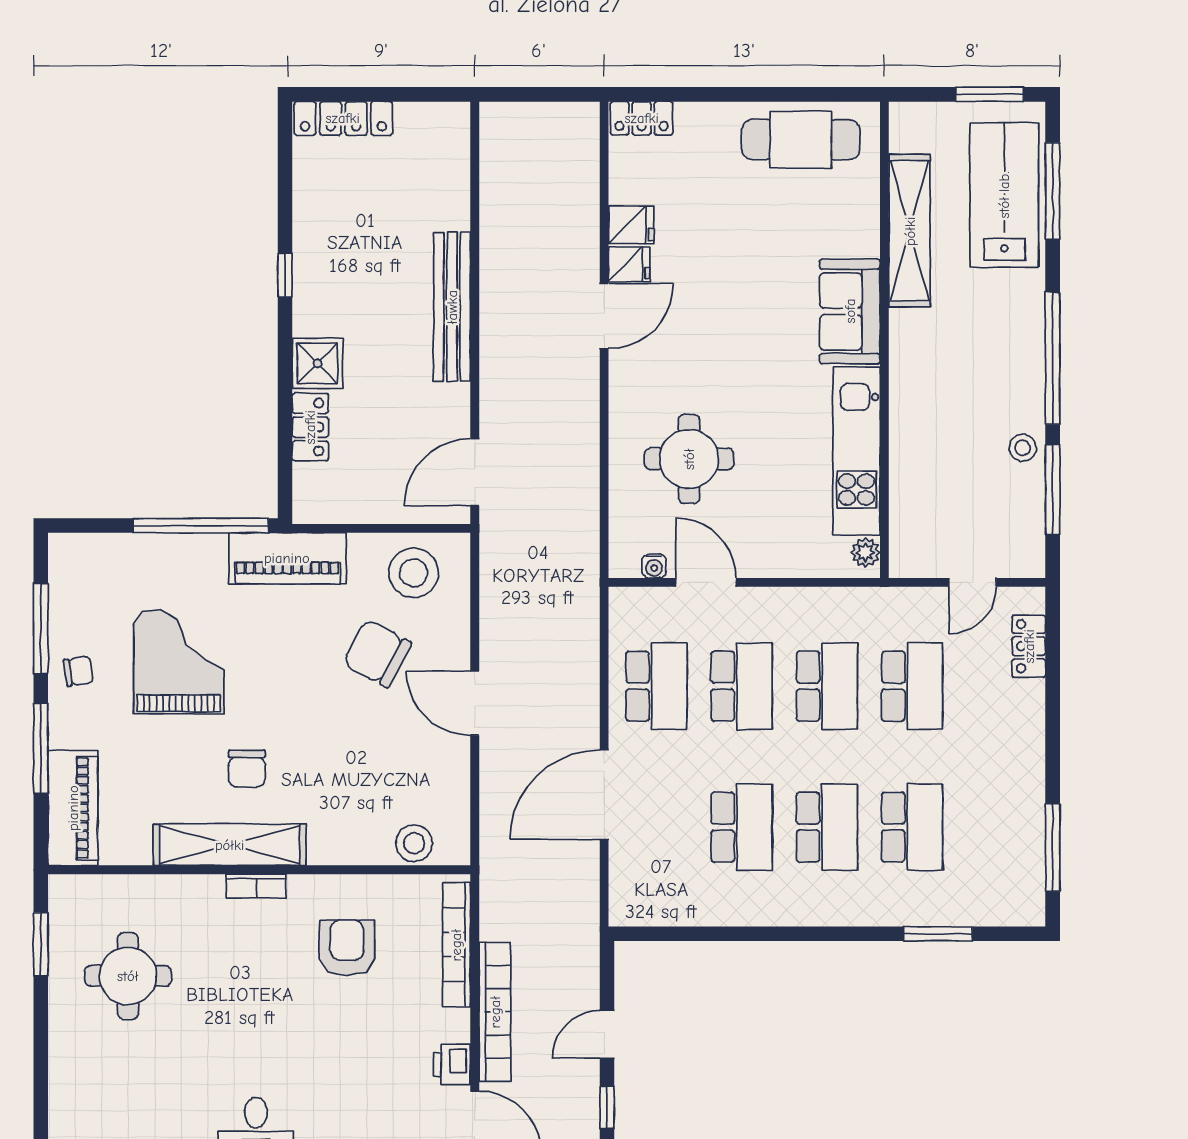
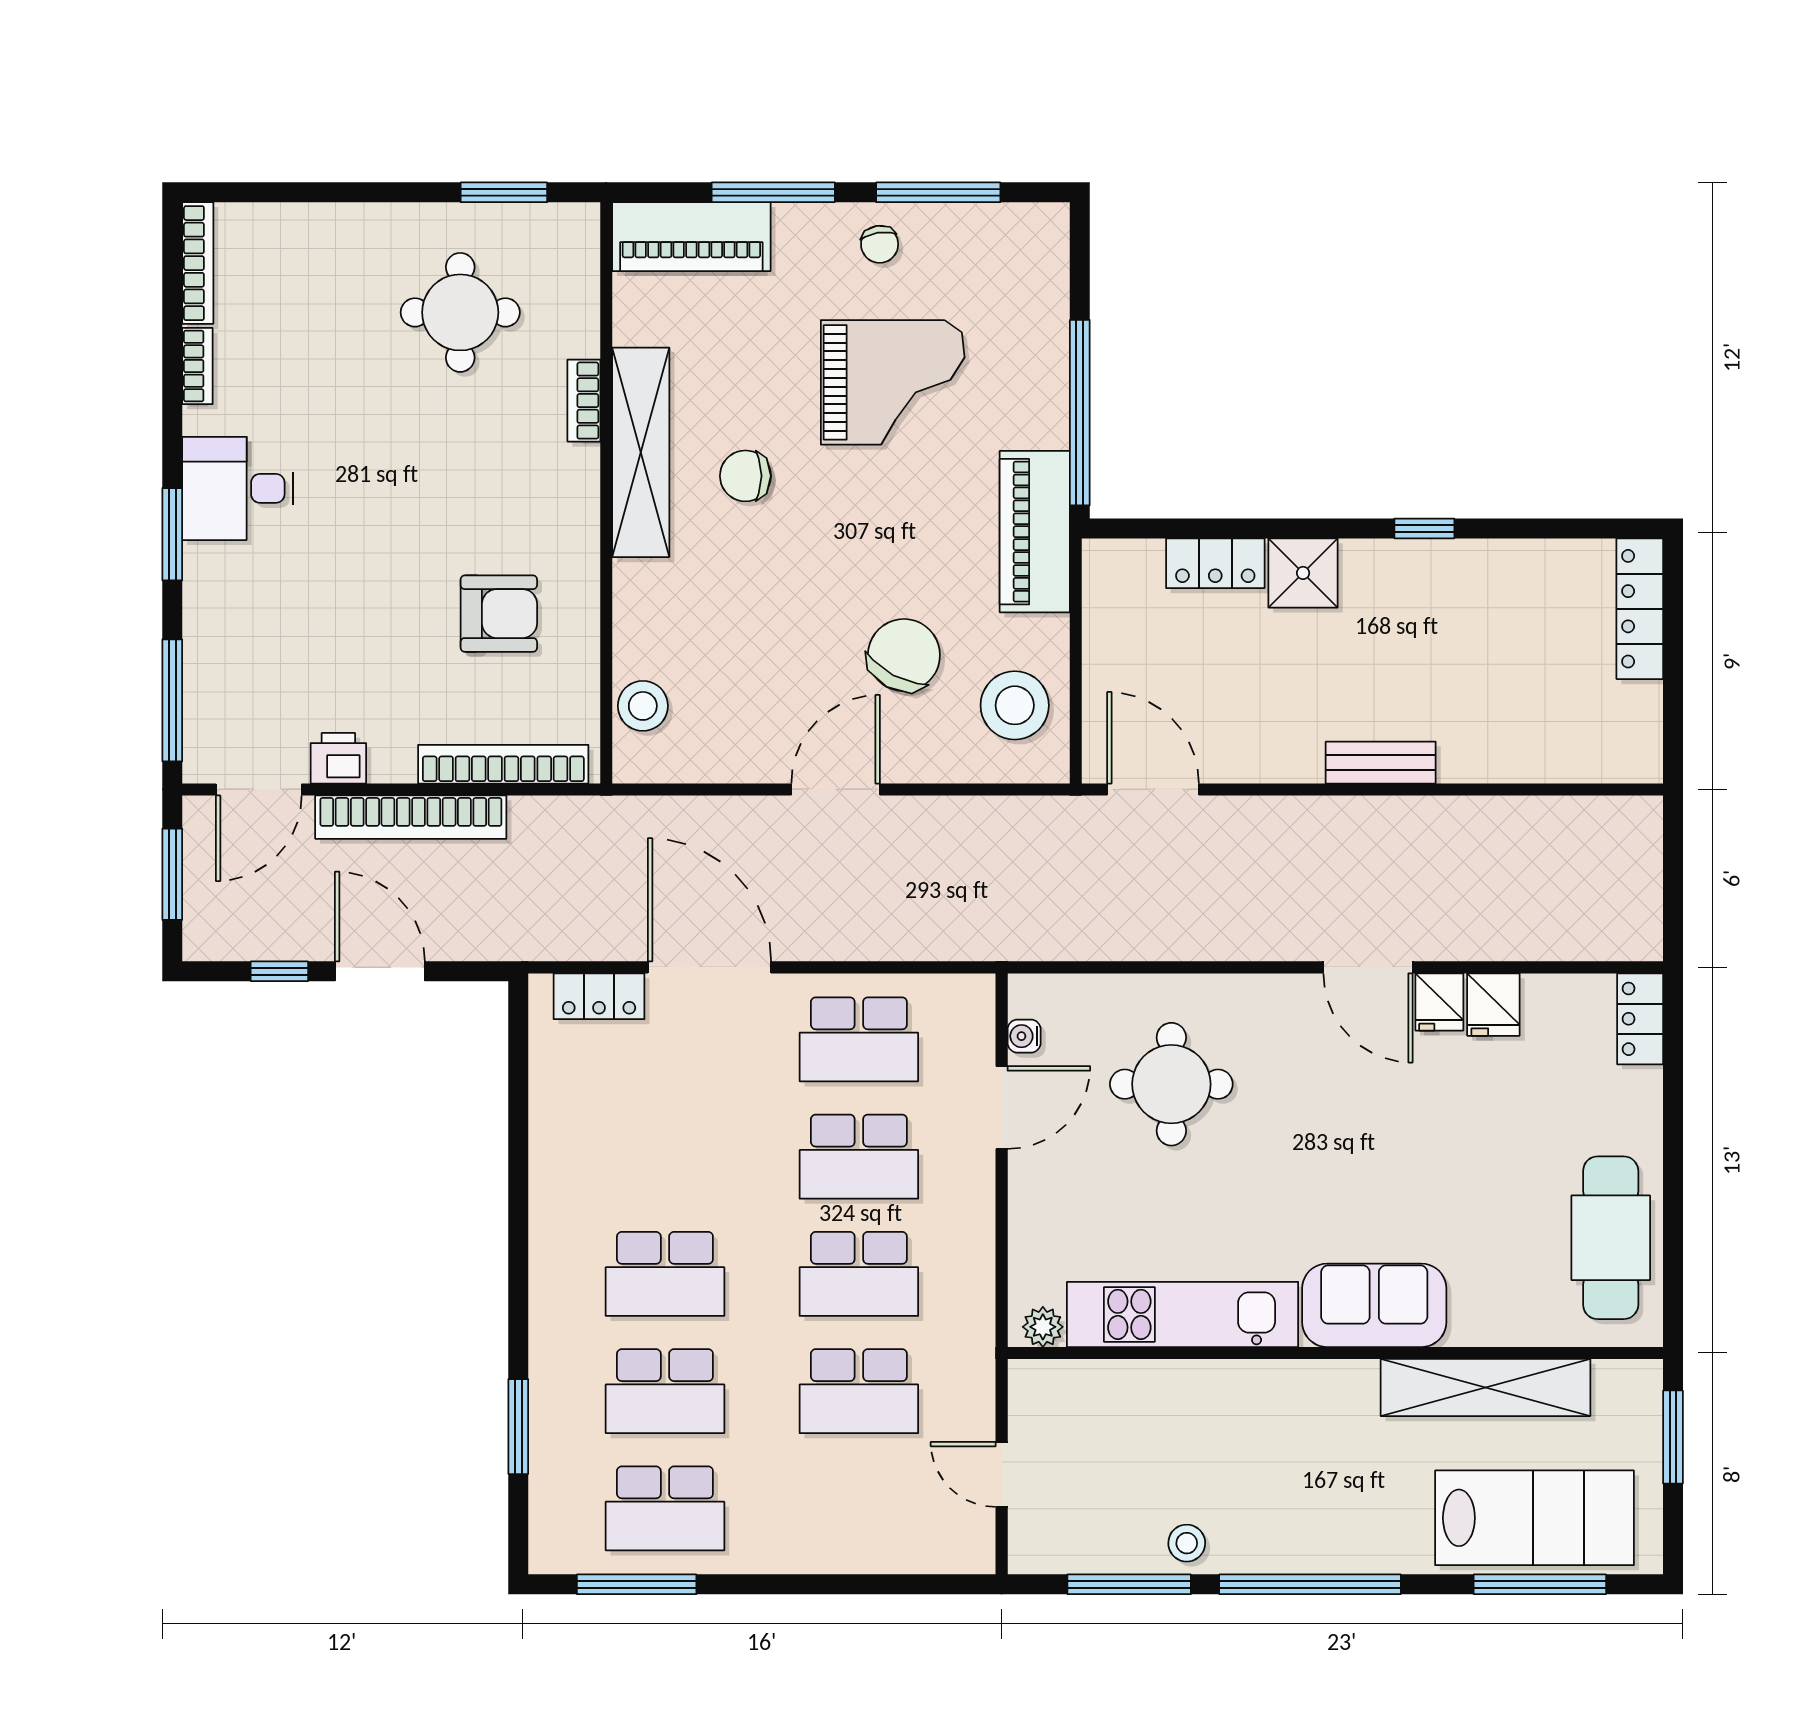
window: (990, 94) -> (1673, 1437), moved
bench: (452, 307) -> (1381, 763), width x0.54, depth x0.82
locker: (1029, 646) -> (599, 996), moved, turned 180
school desk: (742, 827) -> (665, 1508), moved
bookcase: (256, 886) -> (584, 401), moved
door: (607, 1034) -> (380, 971), width x1.38

